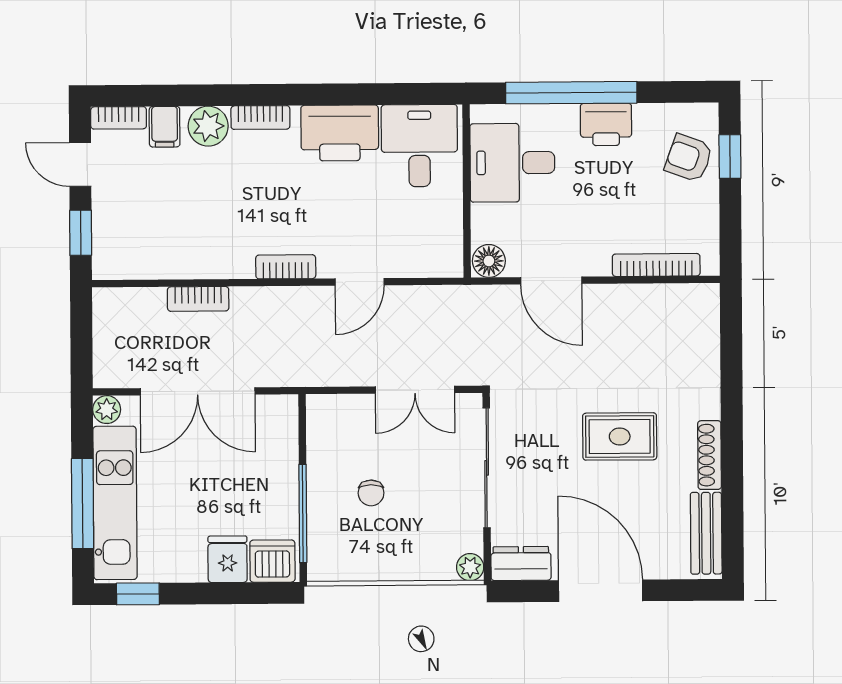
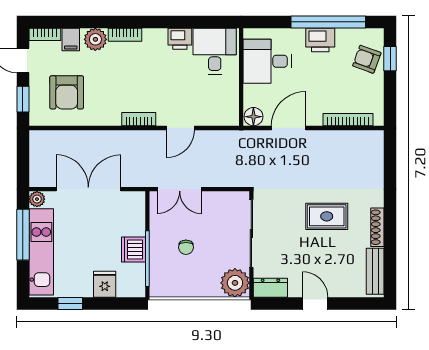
window: (571, 93) -> (328, 22), moved
printer: (340, 133) -> (180, 39), width x0.53, depth x0.68
armchair: (158, 220) -> (67, 92), added
door: (551, 281) -> (289, 128), swing flipped
bookcase: (198, 299) -> (89, 137), removed
double door: (415, 390) -> (180, 189), moved
double door: (198, 391) -> (88, 189), swing flipped
window: (83, 504) -> (23, 235), moved
dishwasher: (272, 561) -> (133, 249), moved, turned -90
plant: (470, 567) -> (235, 283), width x1.88, depth x1.88
door: (601, 591) -> (315, 303), width x0.53
window: (138, 594) -> (70, 303), moved

